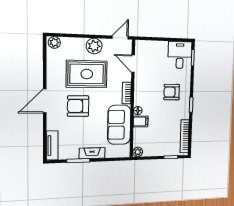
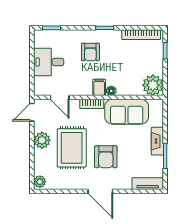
door: (120, 38) -> (32, 112), hinge flipped
desk: (180, 55) -> (49, 62), moved
door: (133, 64) -> (60, 97), hinge flipped
filing cabinet: (141, 122) -> (99, 87), moved
plant: (138, 152) -> (153, 85), width x1.88, depth x1.88

